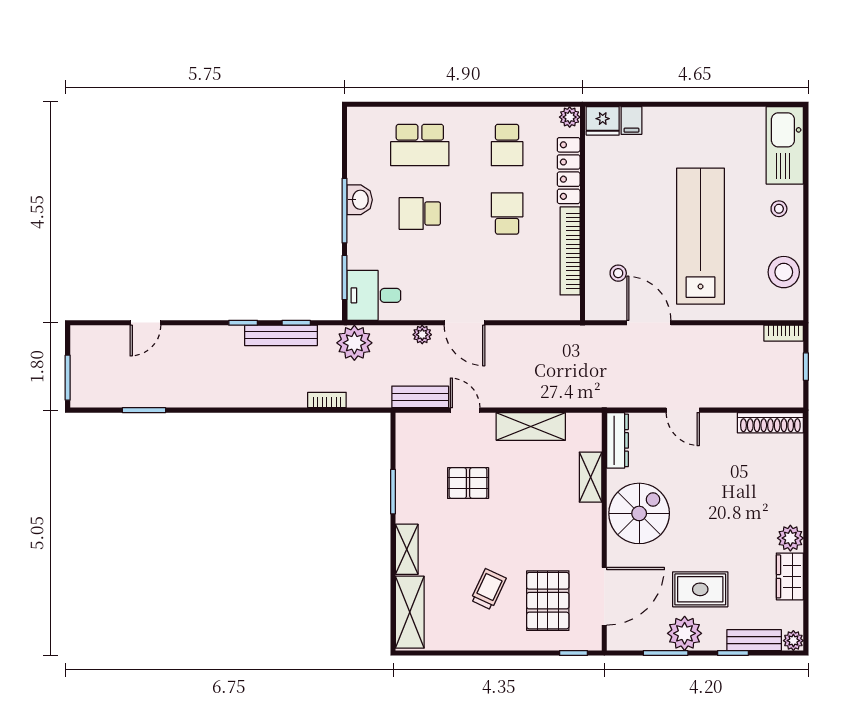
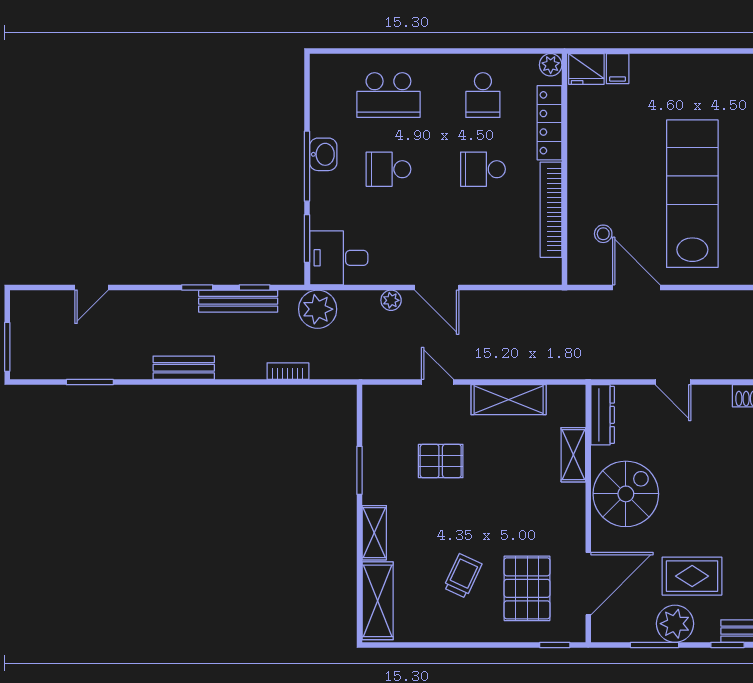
school desk: (507, 213) -> (483, 169), turned -90
bench: (420, 397) -> (184, 368), moved

